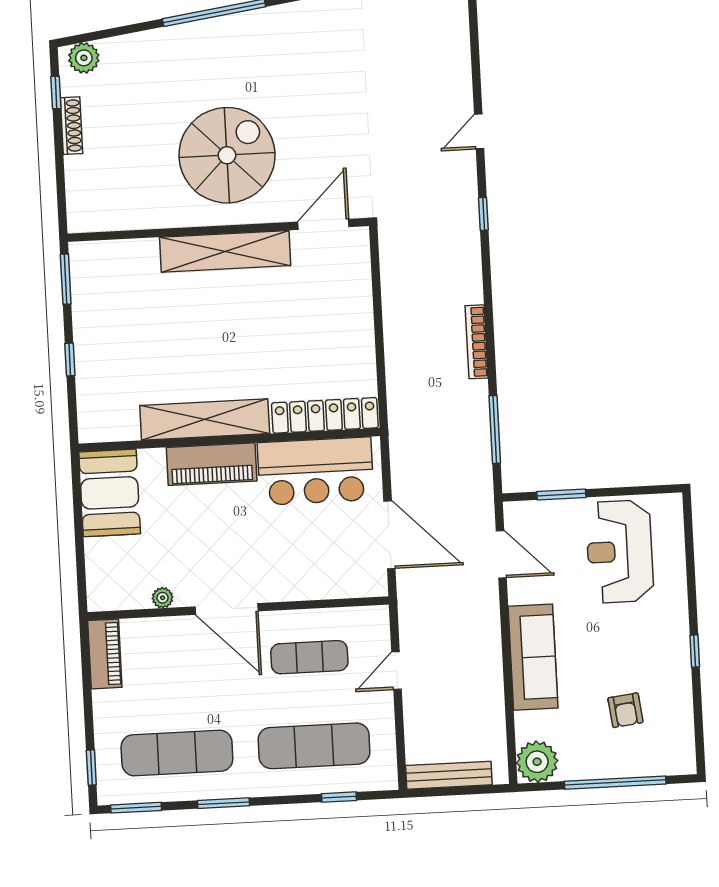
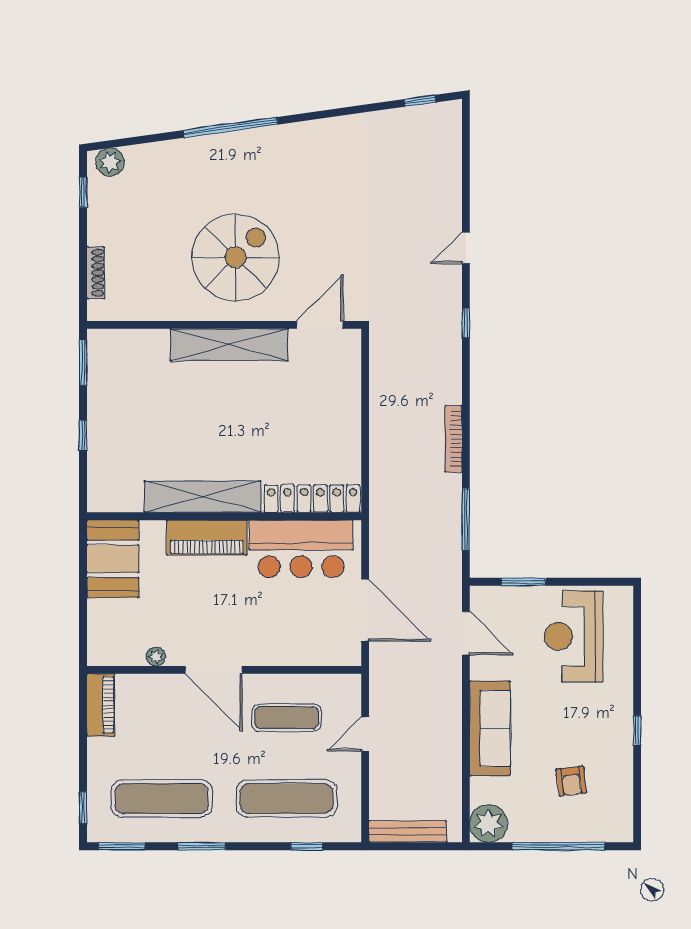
shoe rack: (72, 126) -> (96, 273), moved

